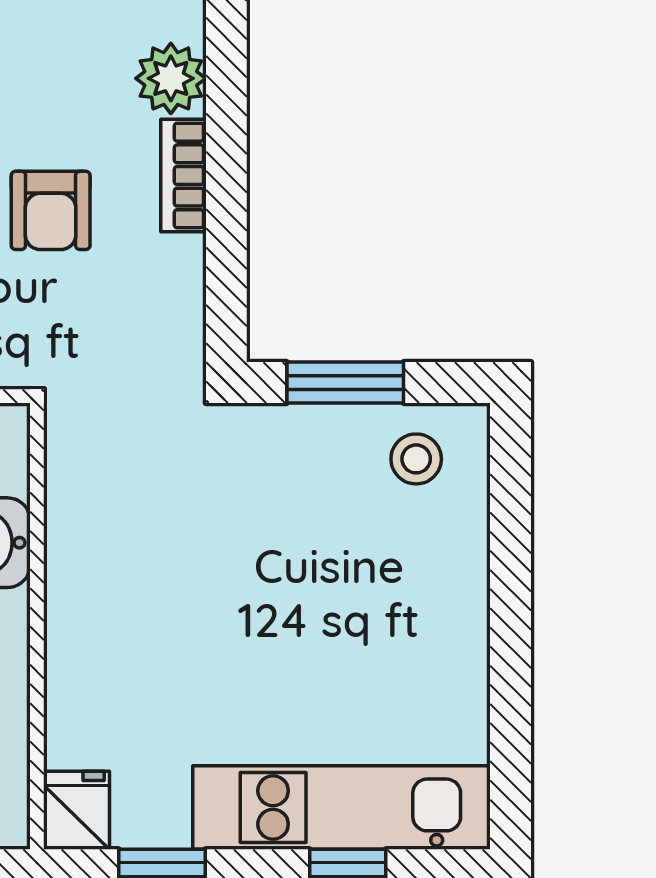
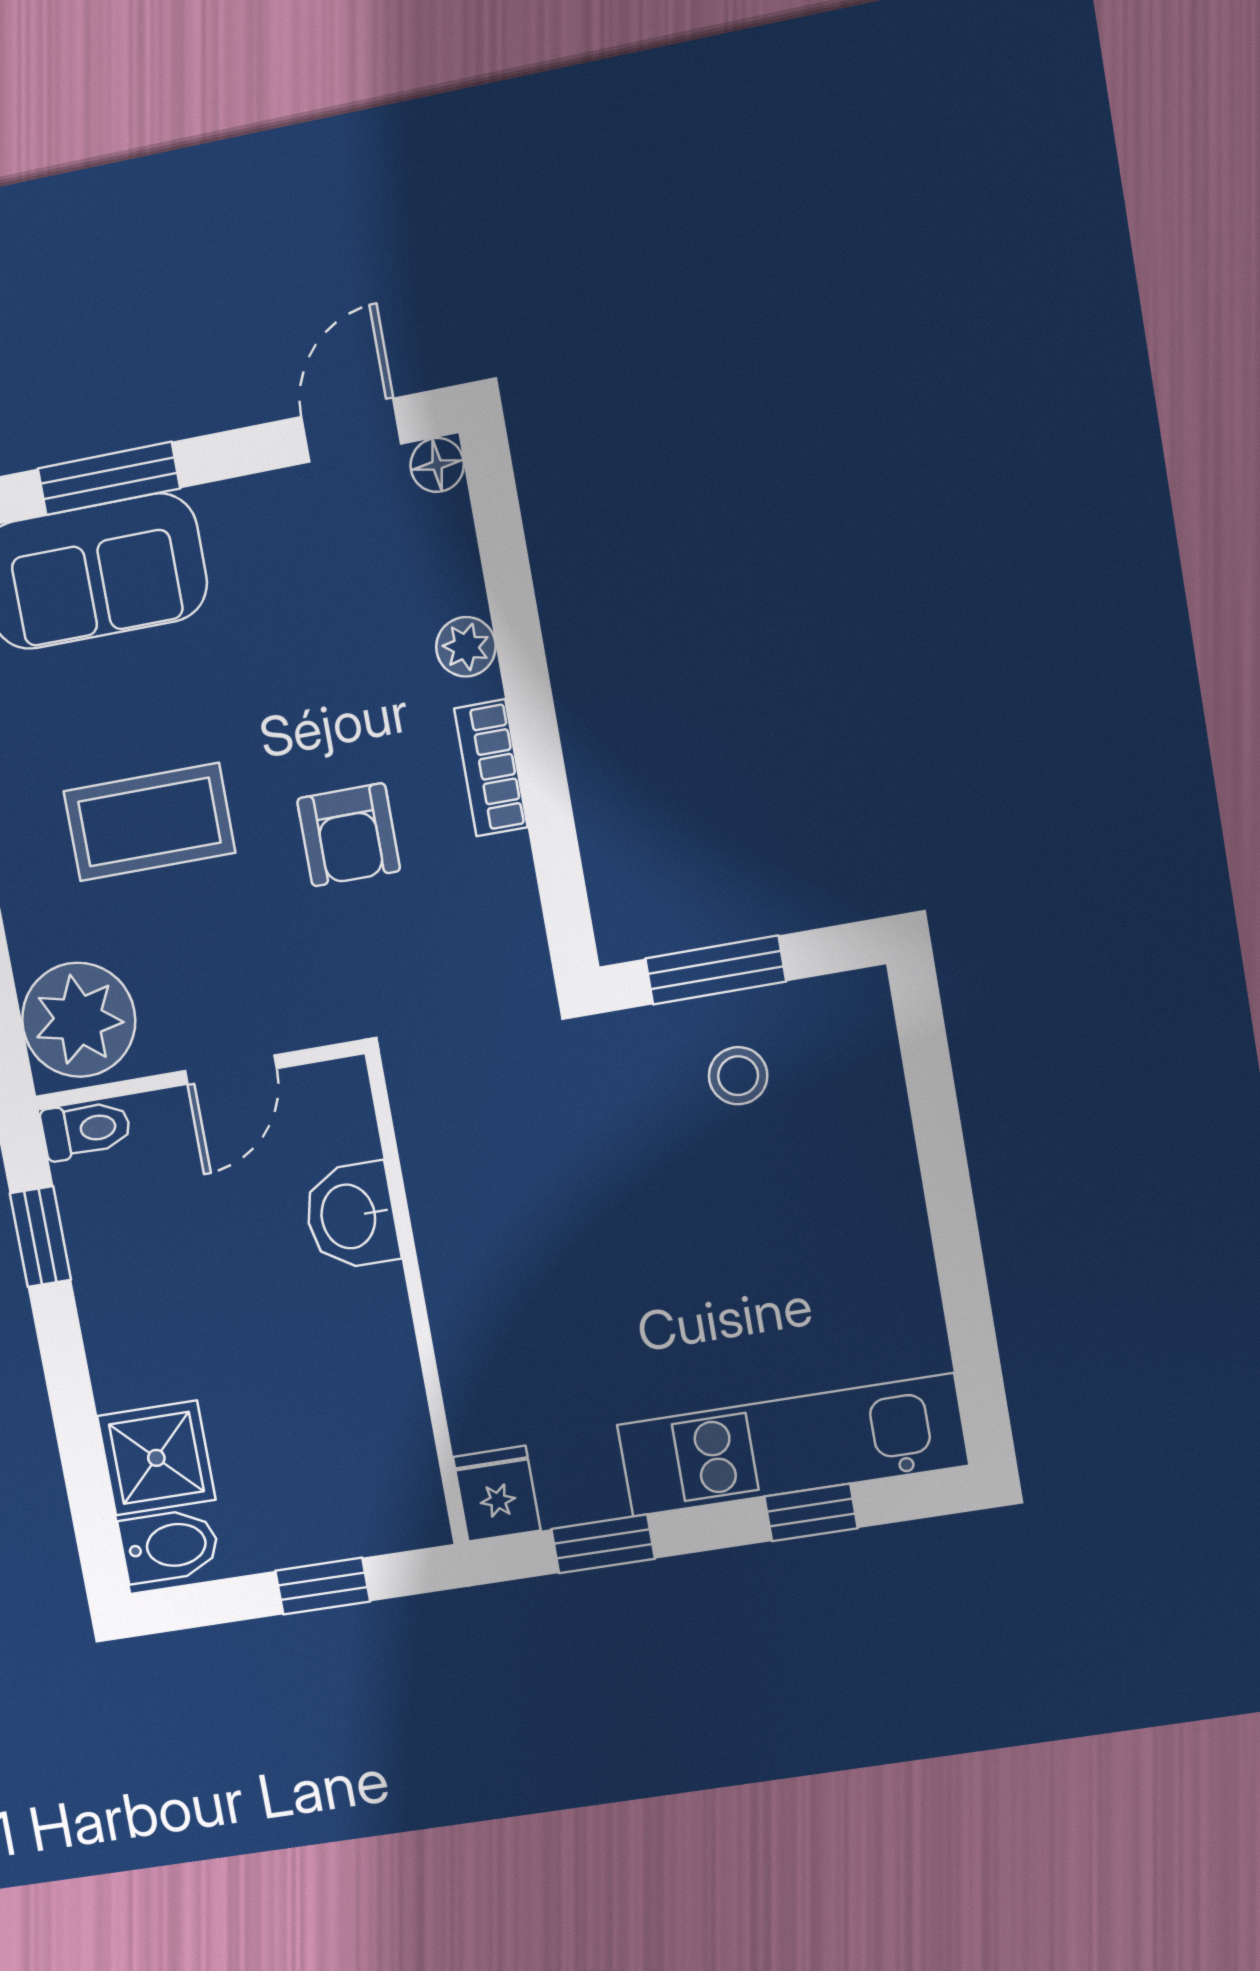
plant: (171, 78) -> (466, 647), width x0.73, depth x0.73
stool: (416, 459) -> (738, 1076), moved

